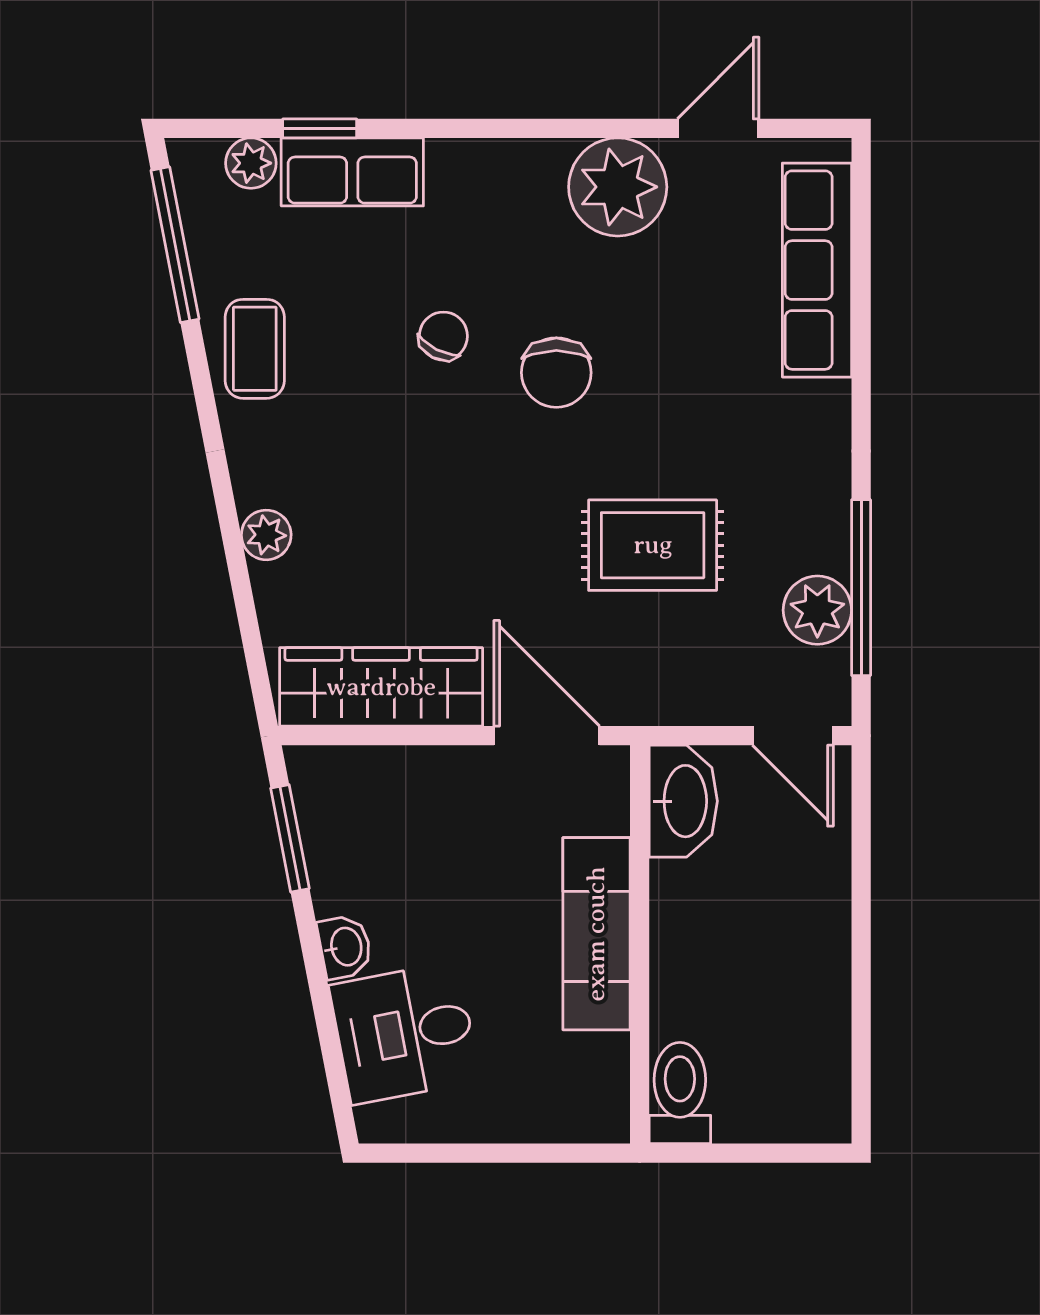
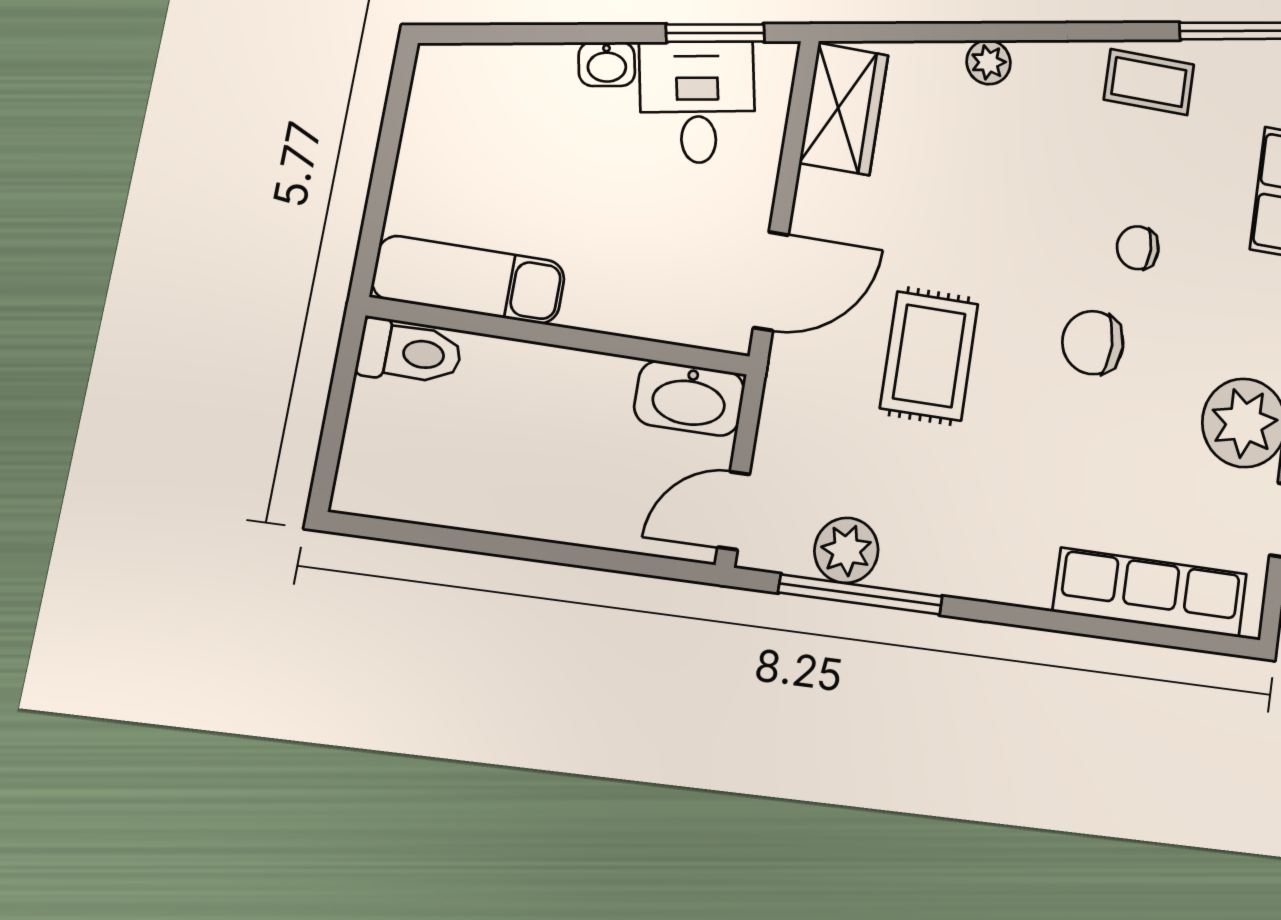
chair: (443, 336) -> (1138, 248), turned 153
rug: (653, 545) -> (929, 356), moved
wardrobe: (381, 687) -> (844, 109), width x0.67
exam couch: (596, 934) -> (469, 280), moved
desk: (405, 1033) -> (698, 102), moved

